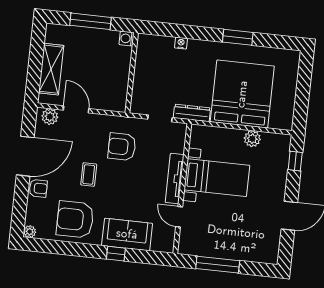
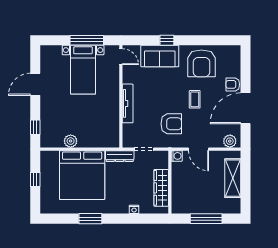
washing machine: (127, 39) -> (177, 156), moved
wardrobe: (143, 67) -> (161, 188), added
window: (302, 95) -> (35, 180), added
door: (76, 109) -> (199, 149), moved
bed with nightstands: (217, 178) -> (83, 70), moved, turned -90
door: (179, 217) -> (121, 57), moved
armchair: (75, 219) -> (201, 63), turned 90
plant: (30, 232) -> (236, 50), removed

